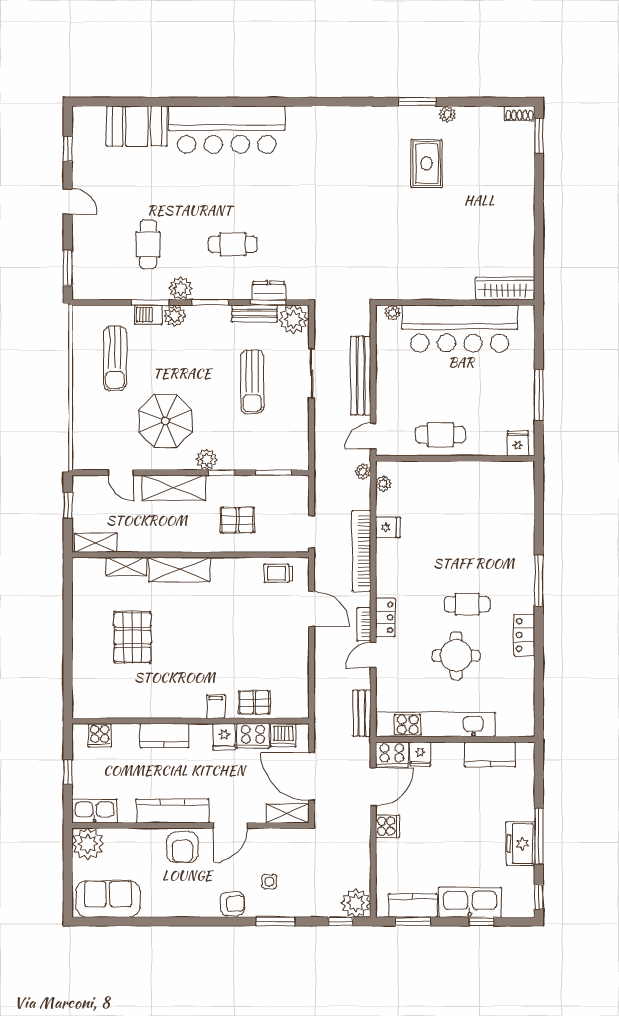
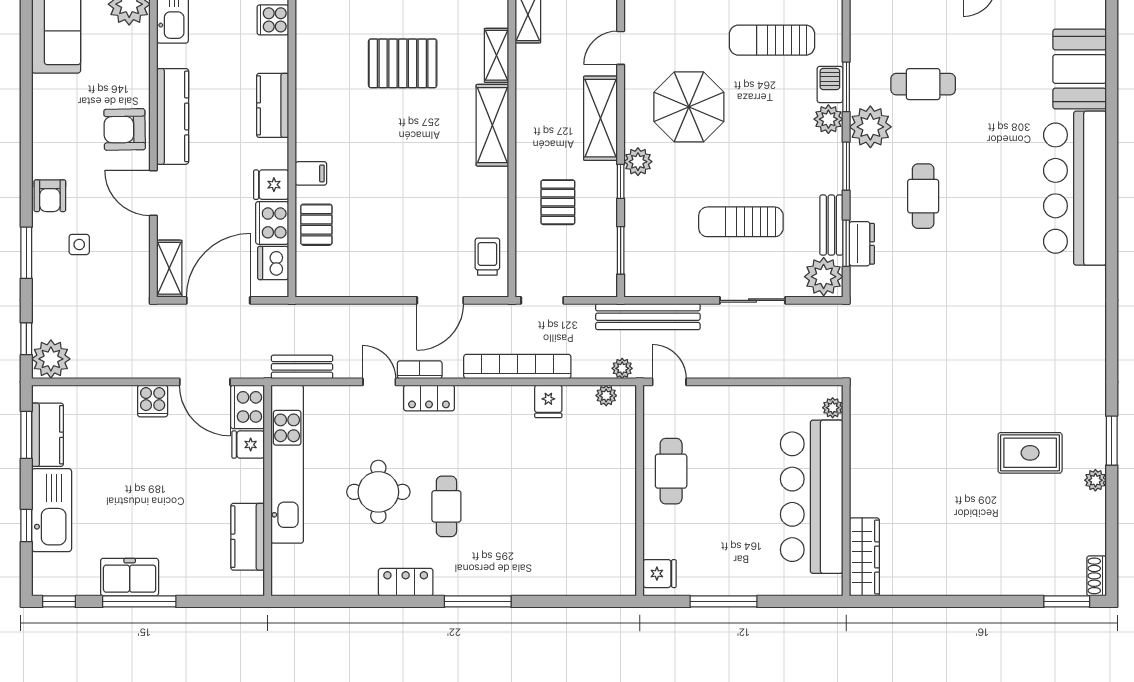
plant: (180, 288) -> (870, 127), width x1.36, depth x1.36
bench: (361, 376) -> (648, 317), moved

